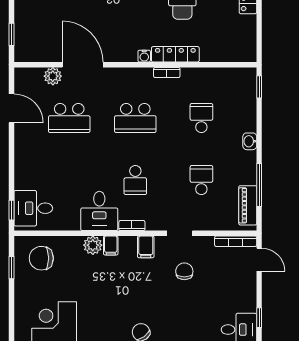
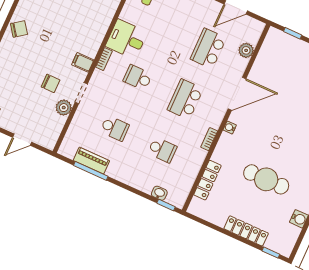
locker: (175, 54) -> (207, 180), moved
door: (83, 65) -> (237, 94), moved
washbasin: (250, 141) -> (159, 193), moved
piano: (248, 205) -> (91, 161), moved
bookcase: (236, 241) -> (56, 133), removed
plant: (93, 245) -> (64, 108), moved
filing cabinet: (111, 245) -> (96, 36), removed
door: (259, 260) -> (22, 140), moved

